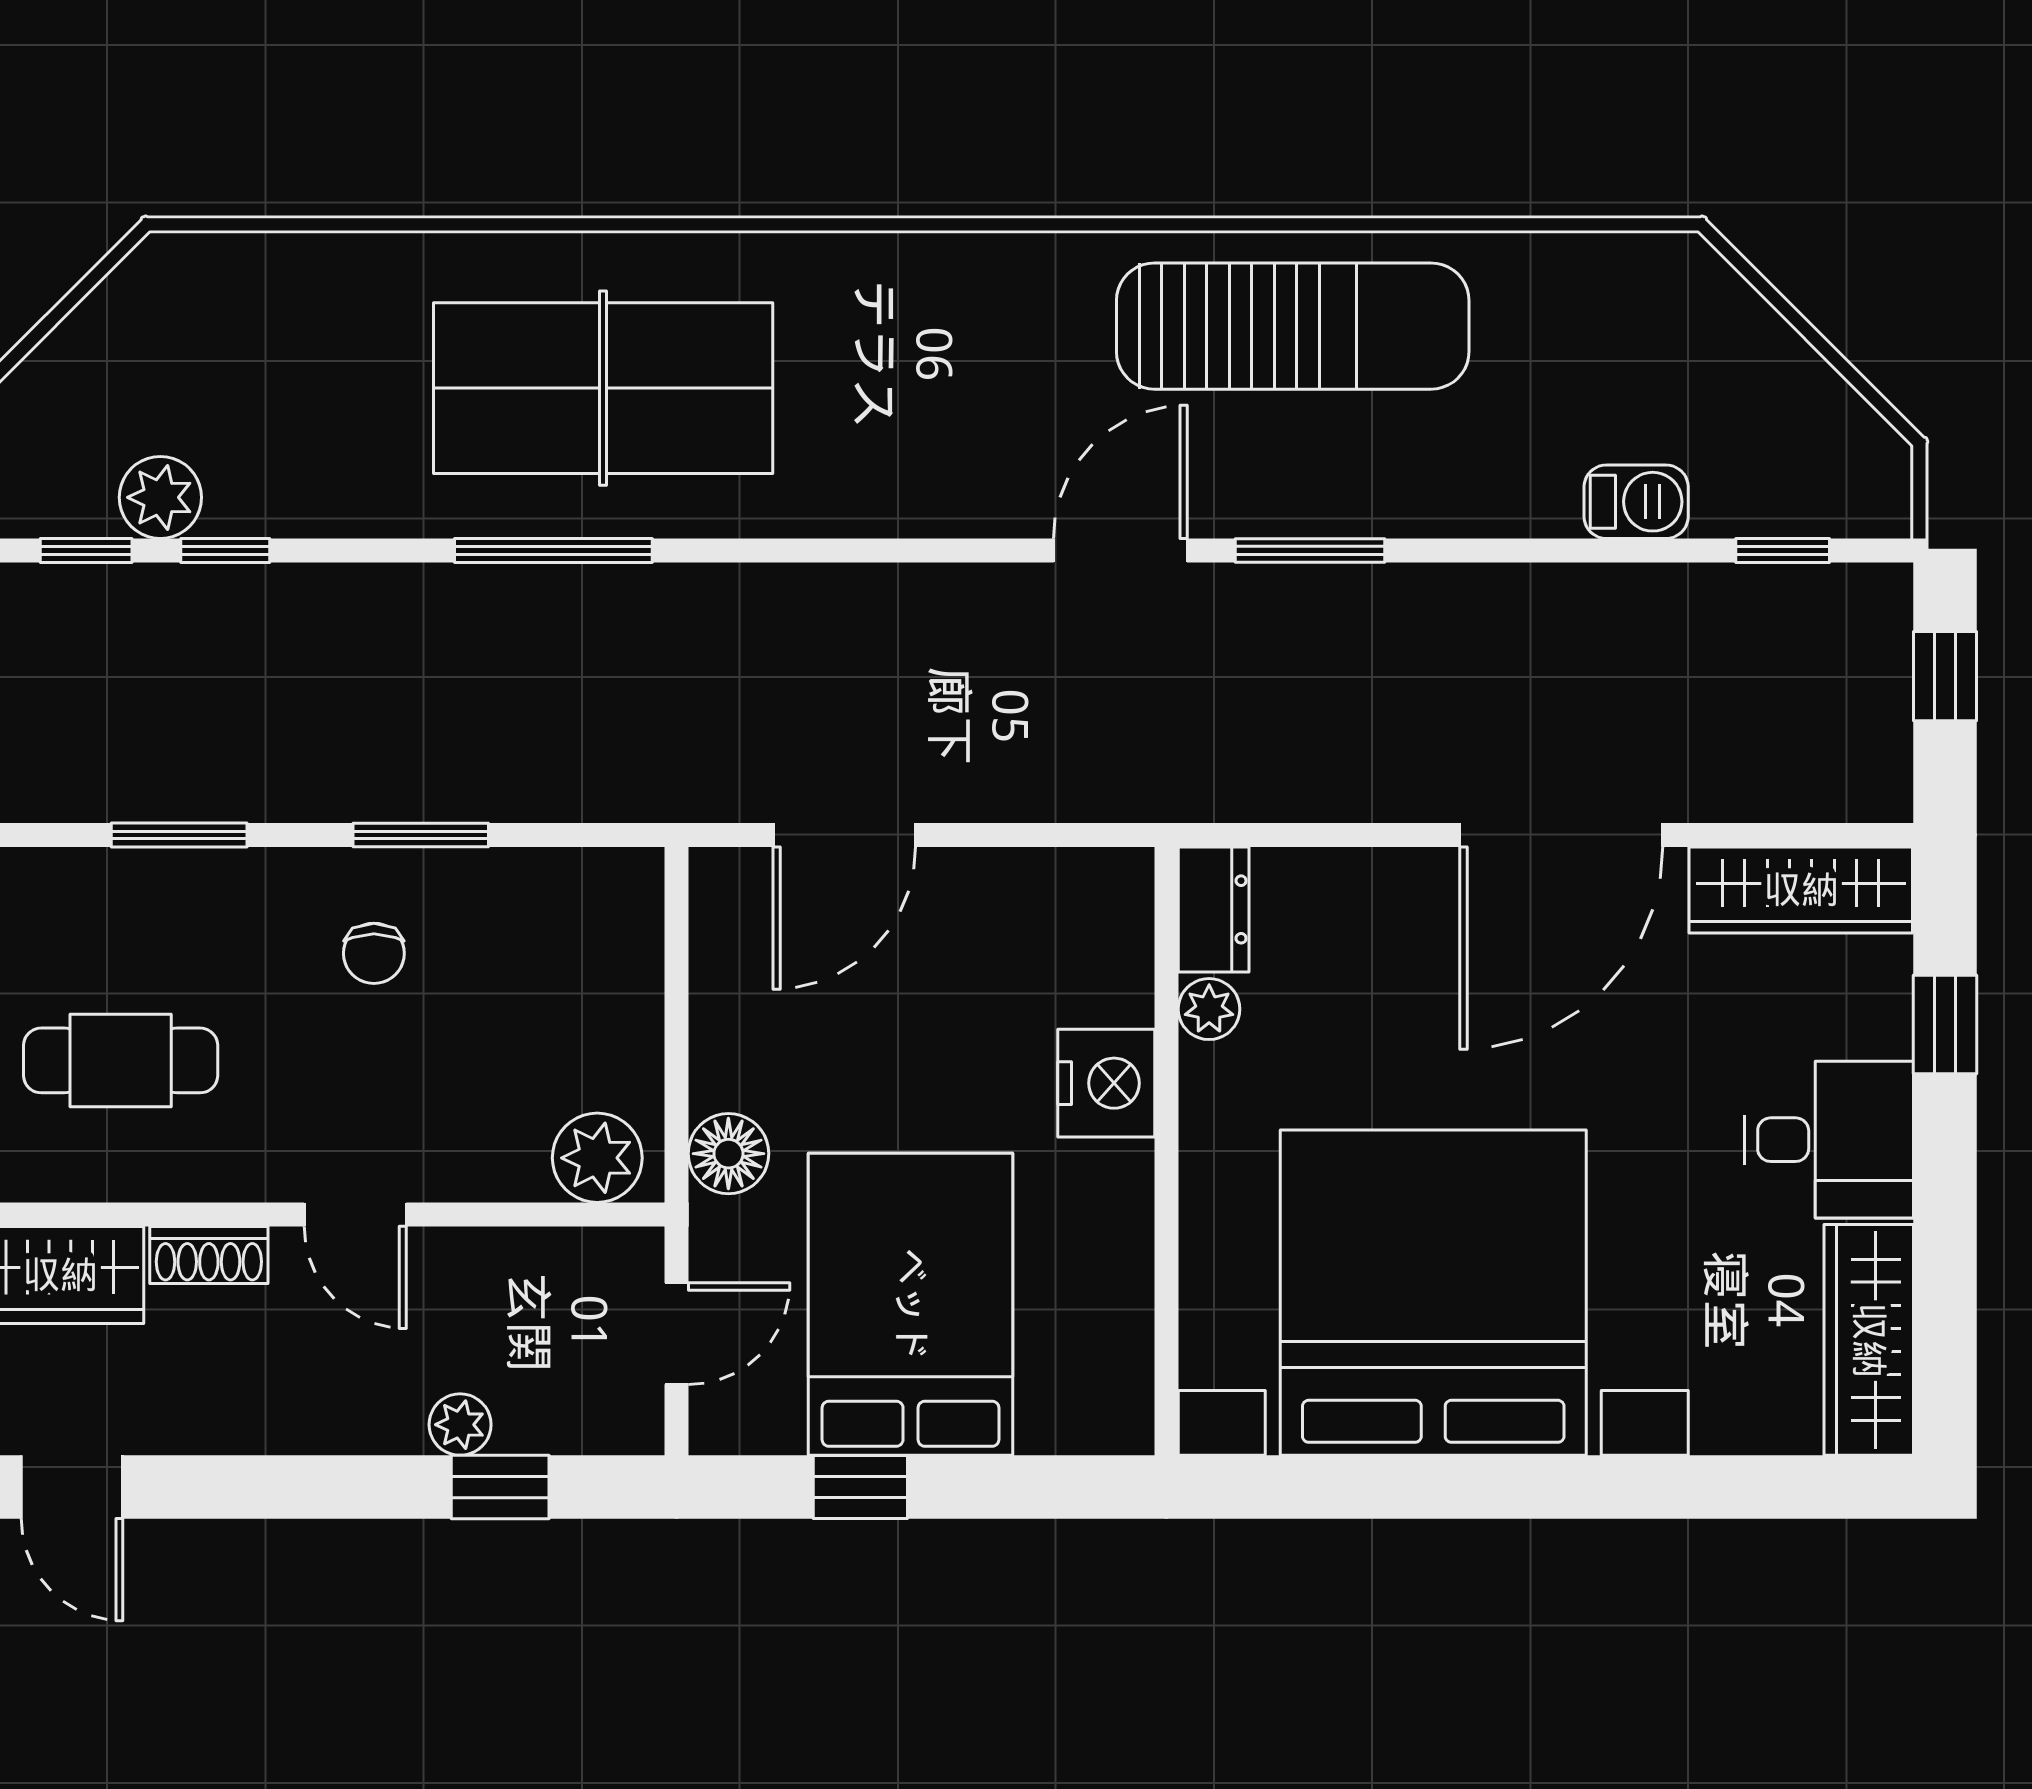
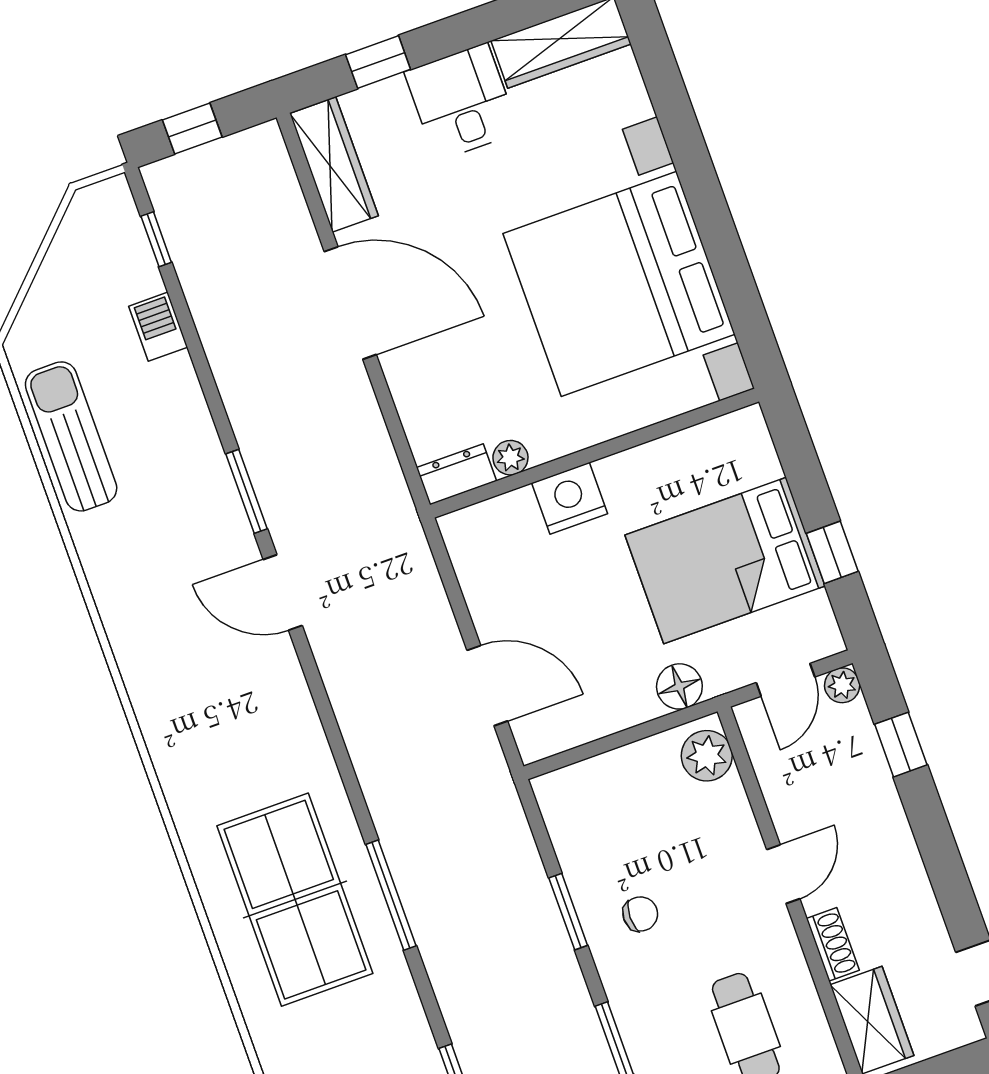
sun lounger: (1293, 326) -> (71, 436), moved, width x0.73, depth x0.75
door: (676, 1334) -> (785, 680), swing flipped
plant: (460, 1425) -> (842, 685), moved

